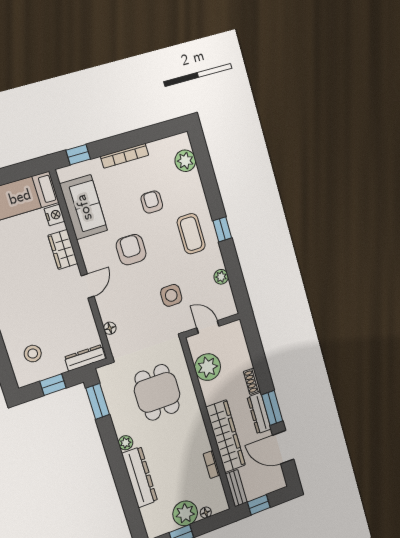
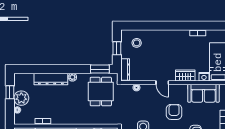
armchair: (131, 250) -> (174, 112), turned -90
dining table: (157, 392) -> (101, 92), moved, turned 90

